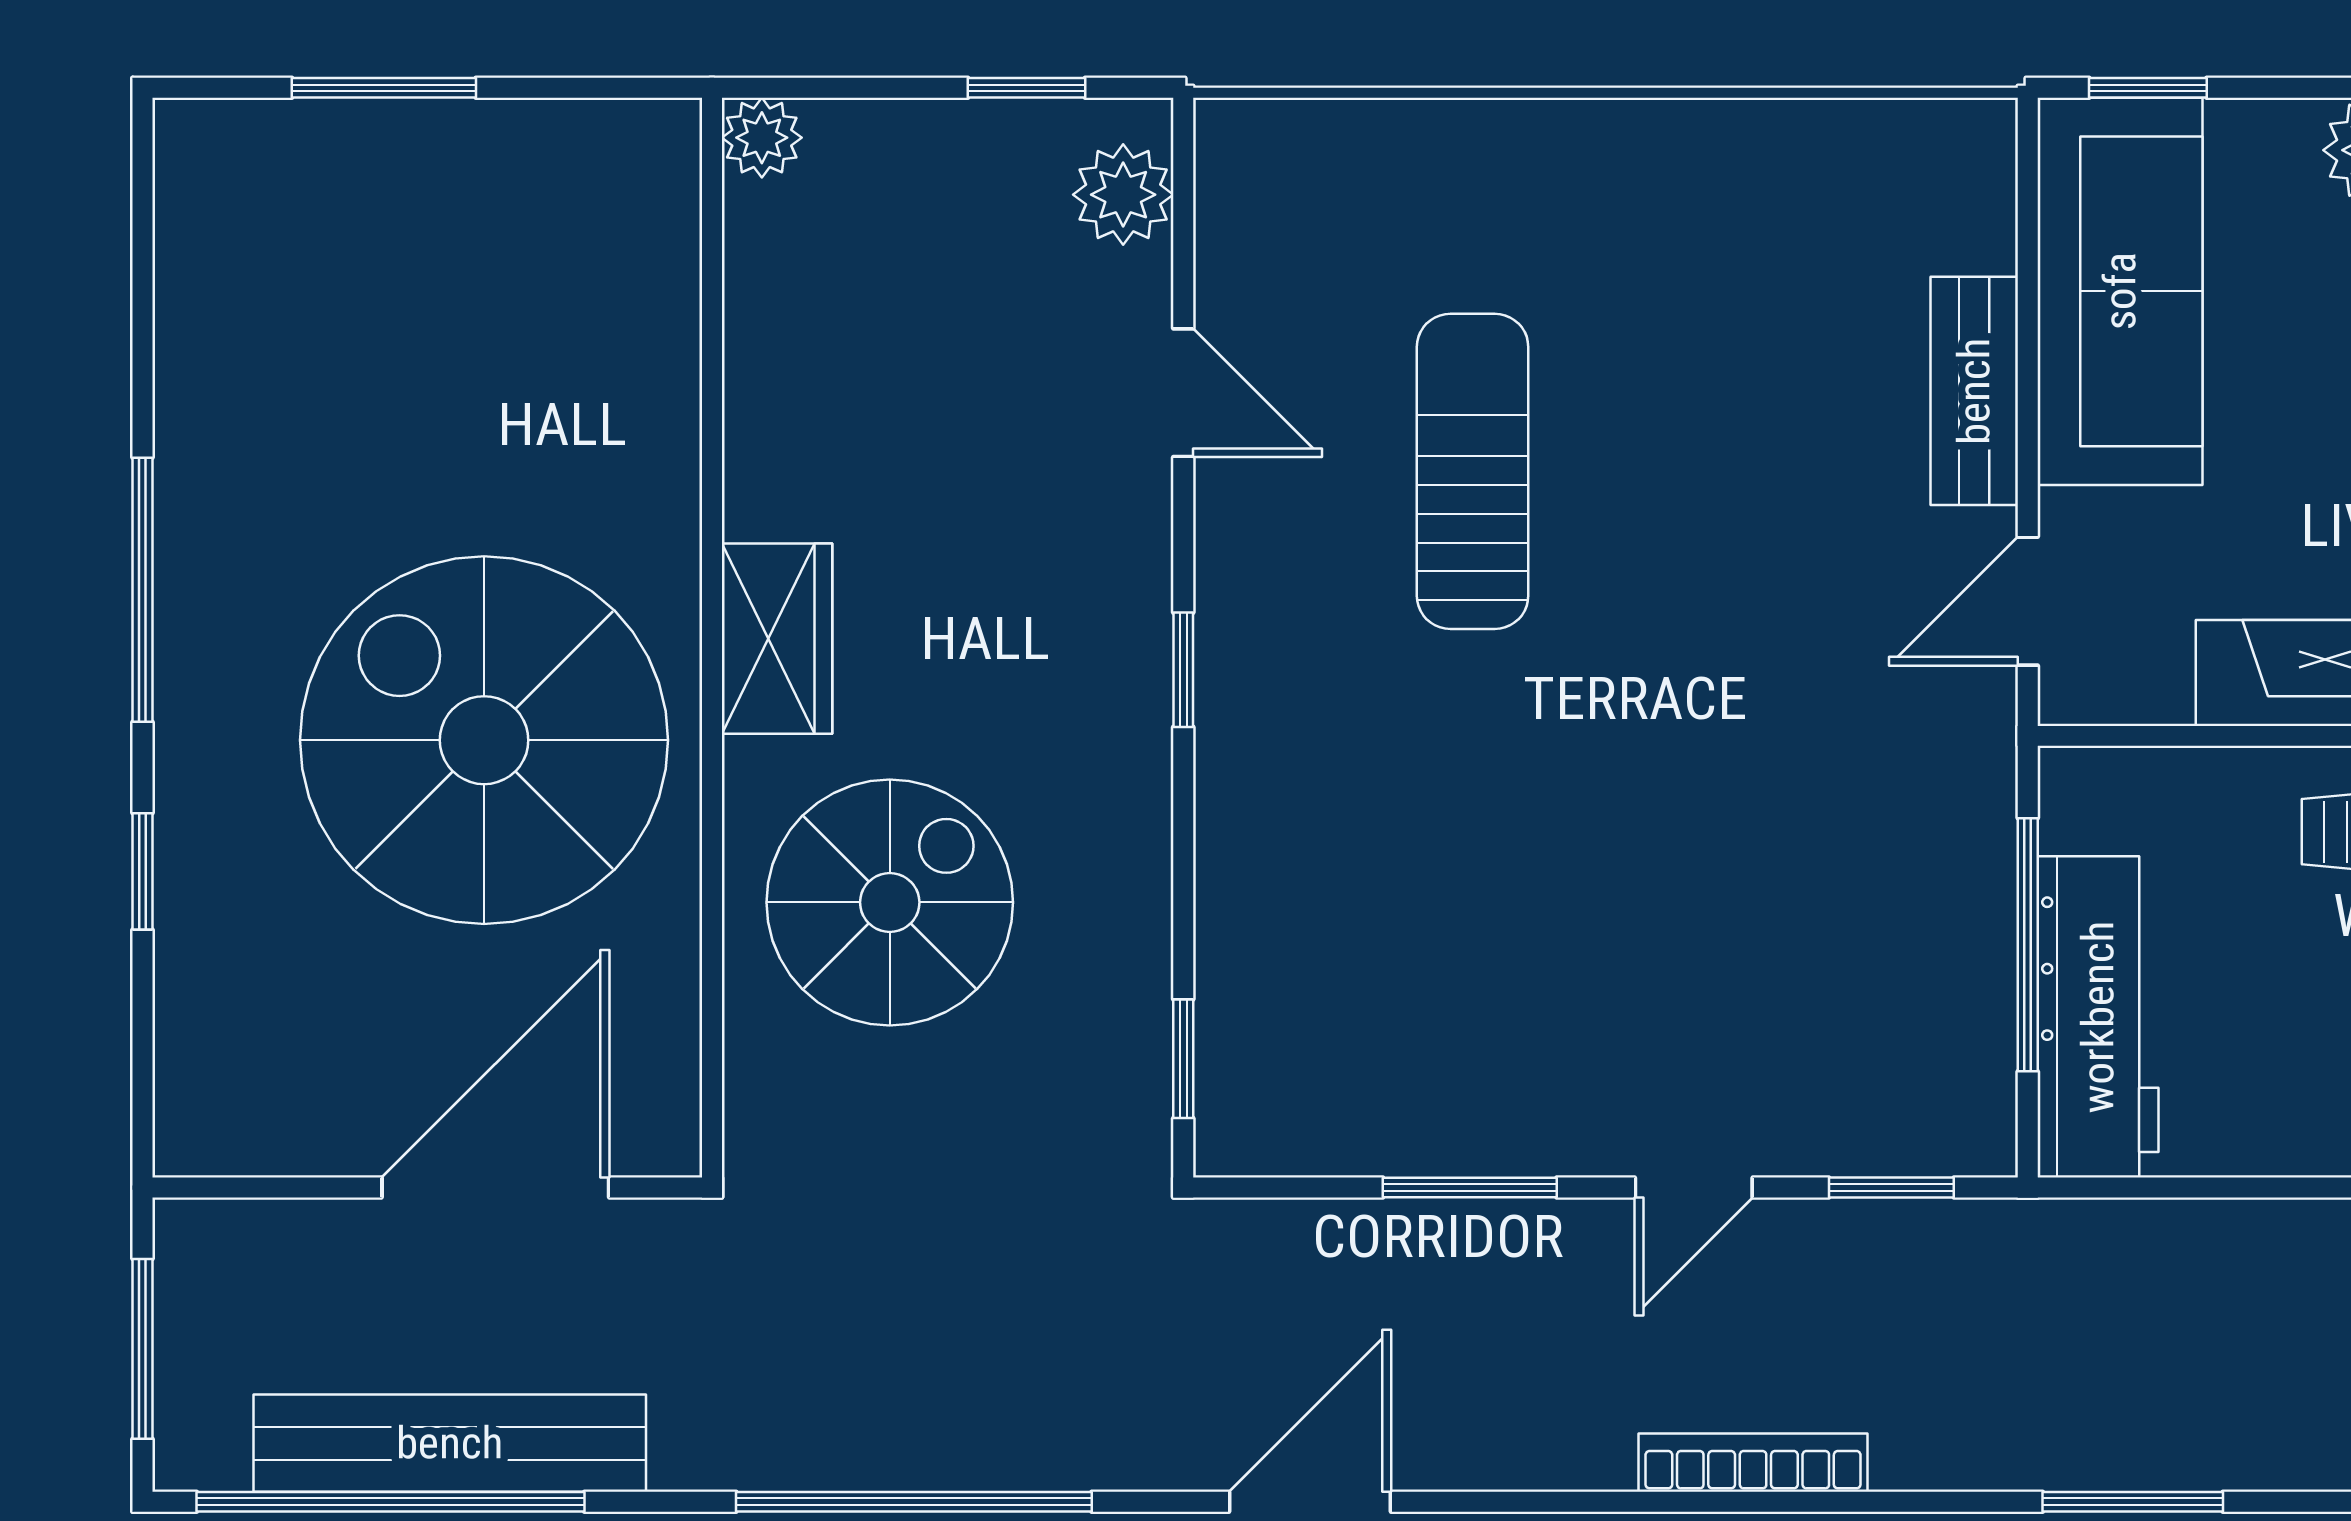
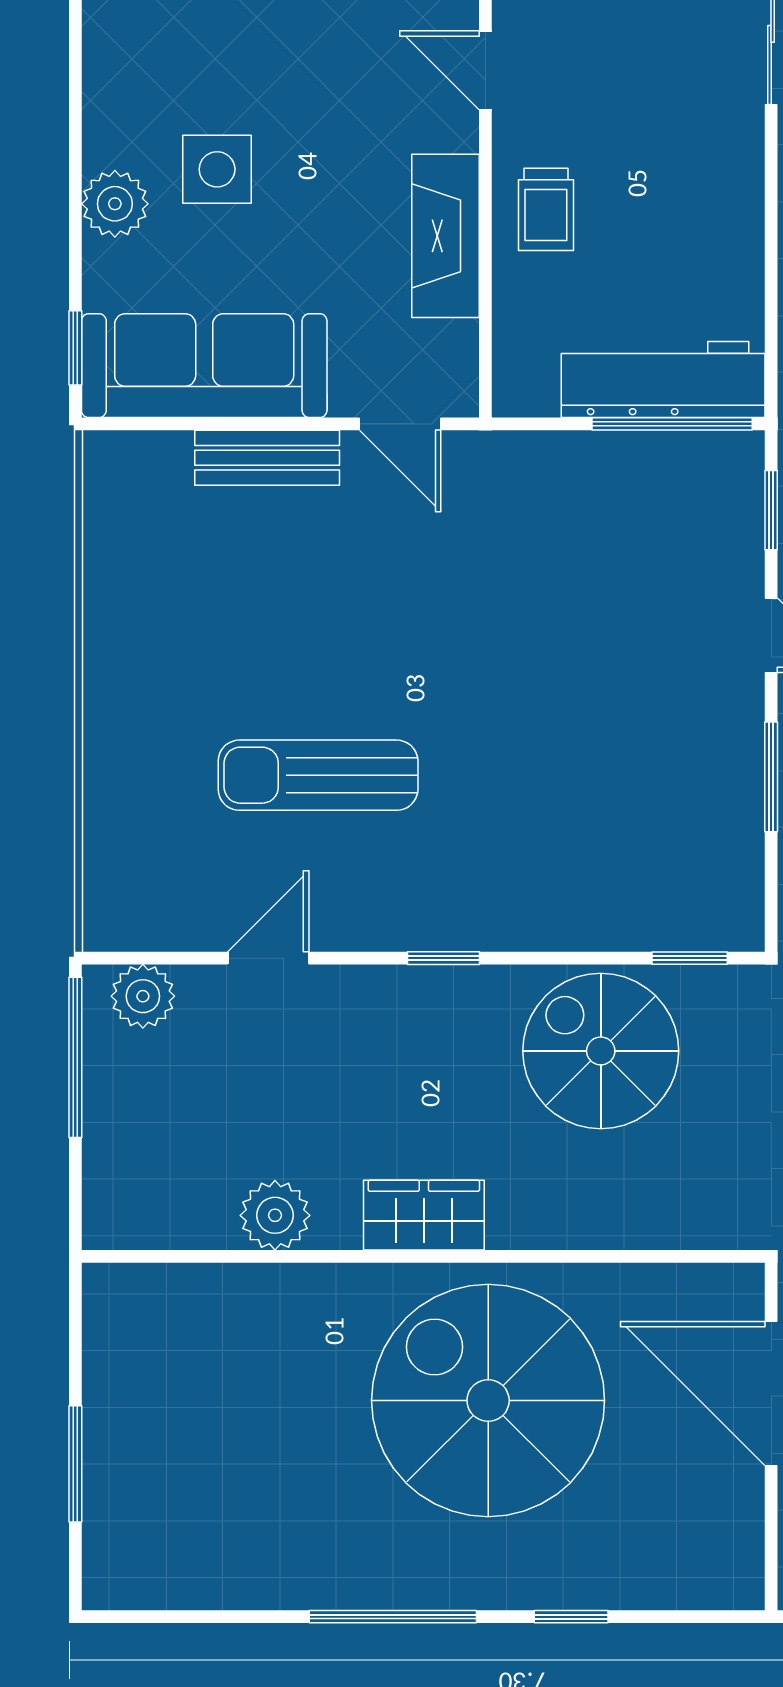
window: (1027, 88) -> (75, 1057), width x2.17
plant: (762, 138) -> (275, 1215), moved, width x1.38, depth x1.38
spiral stairs: (484, 740) -> (488, 1401), turned 90
spiral stairs: (890, 902) -> (601, 1051), moved
window: (2028, 945) -> (672, 424), moved

